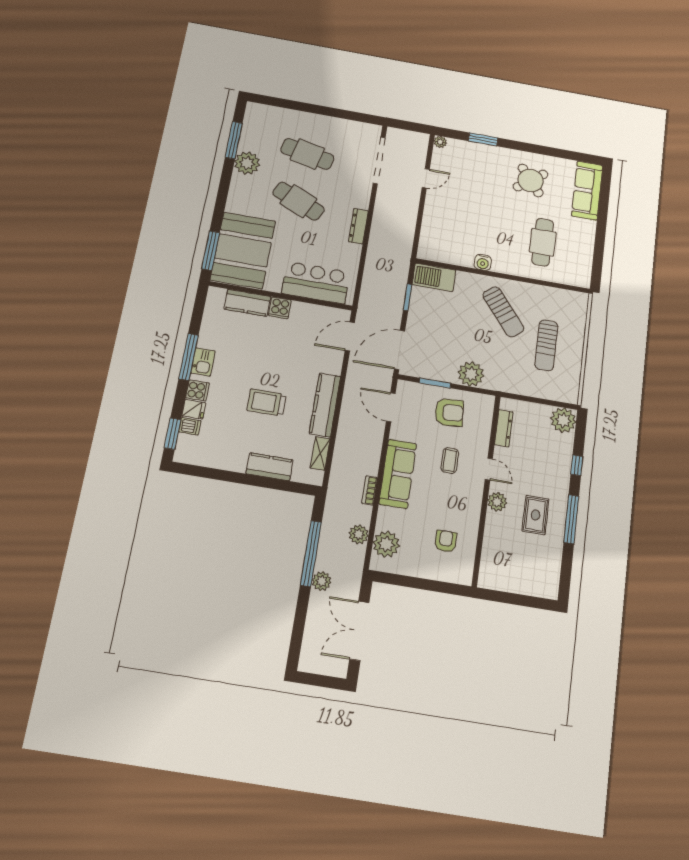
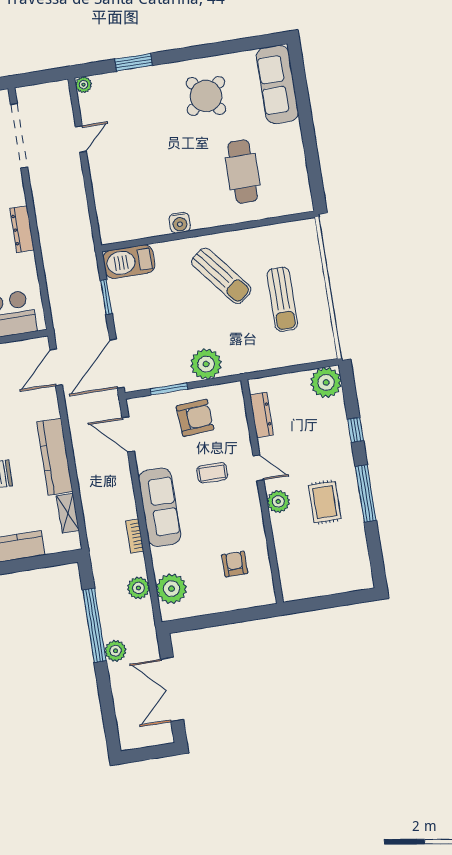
coffee table: (450, 461) -> (212, 473), turned 90

